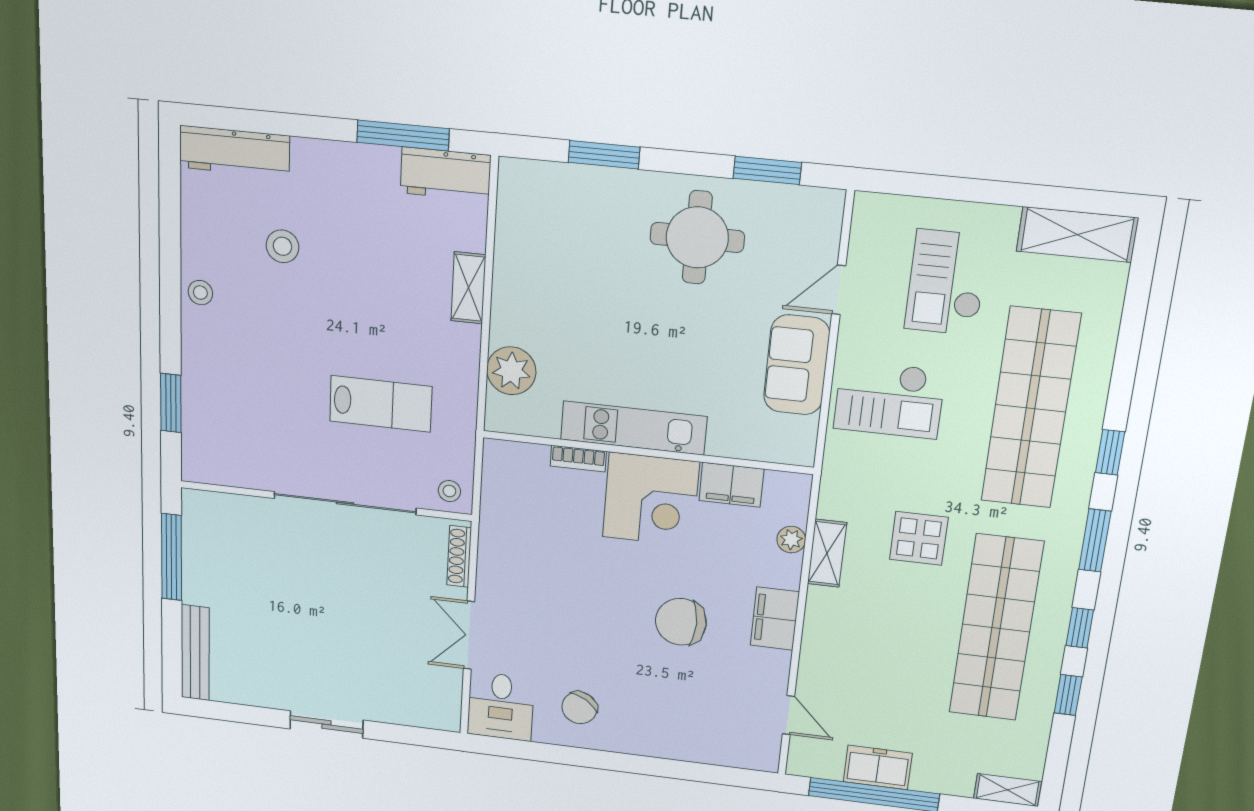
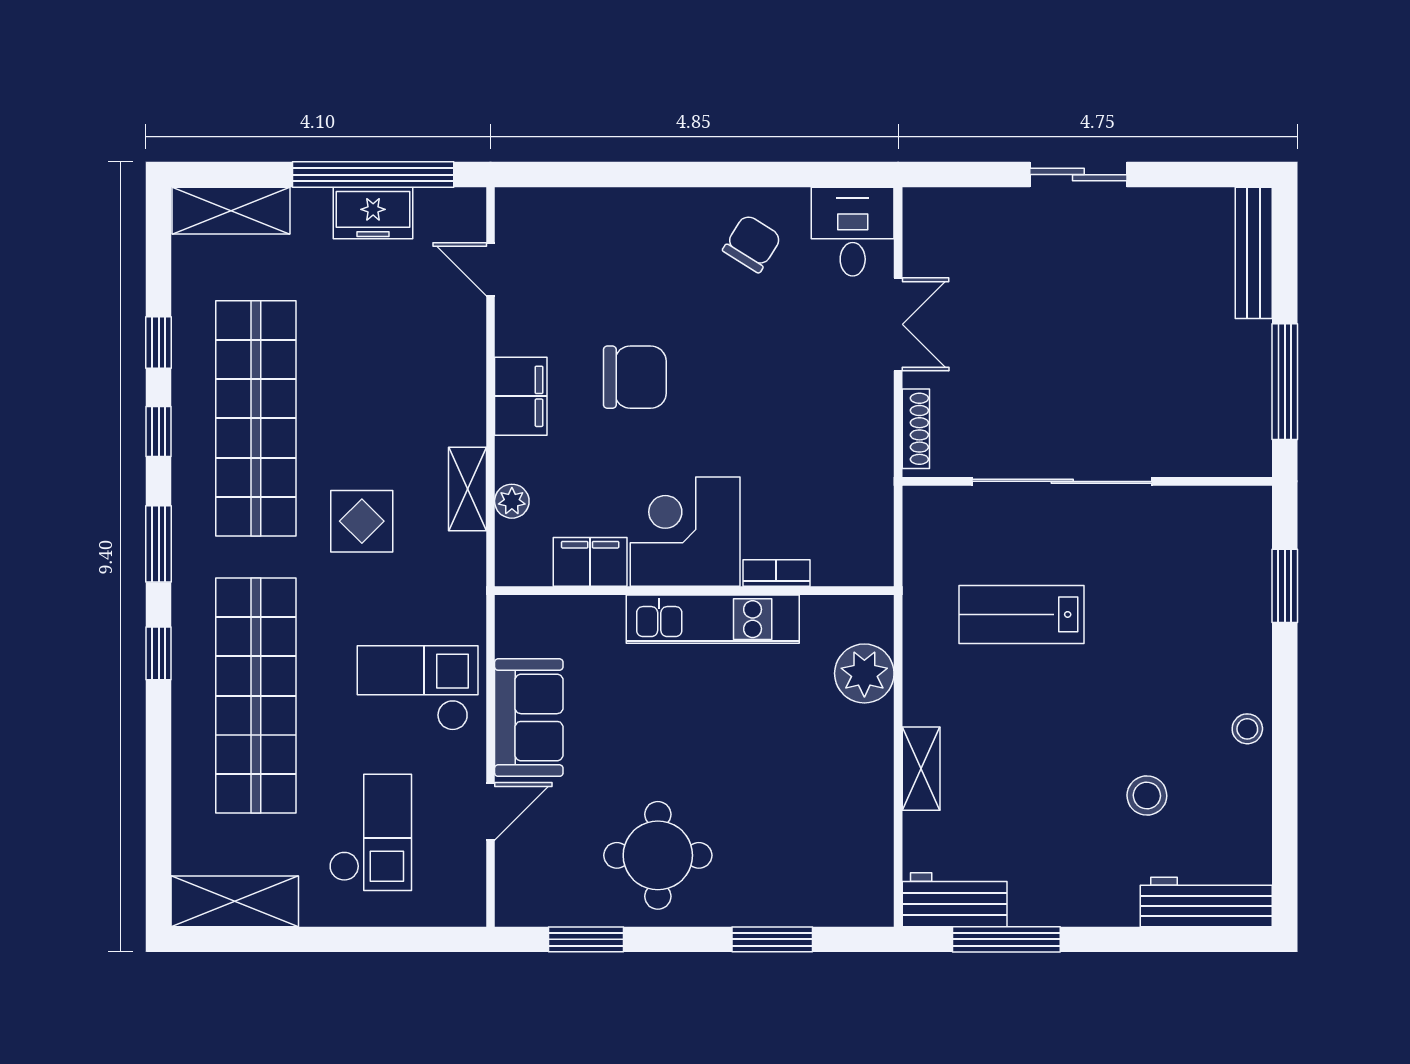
stool: (449, 491) -> (932, 513), removed
shelving: (1007, 790) -> (231, 211), width x1.50, depth x1.33

